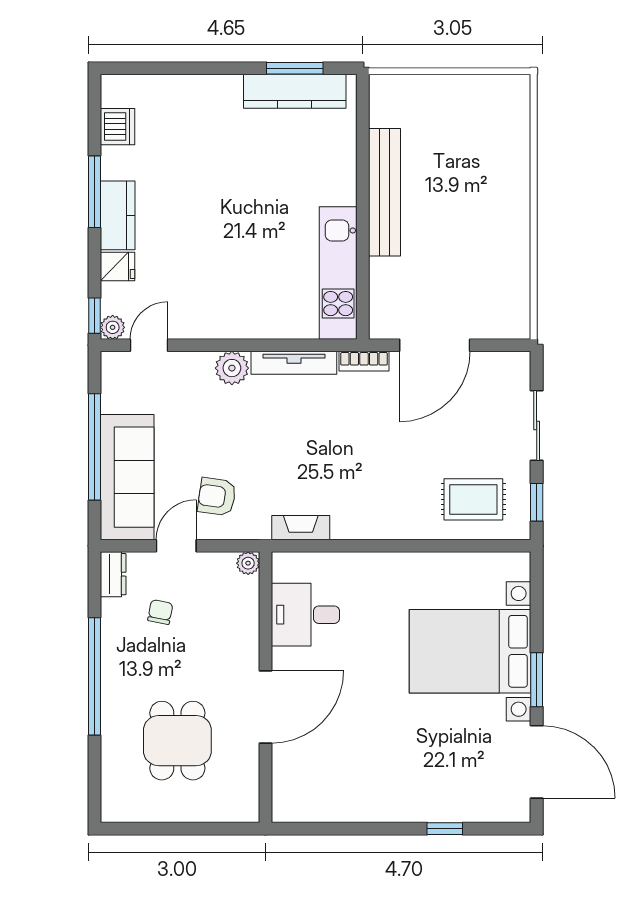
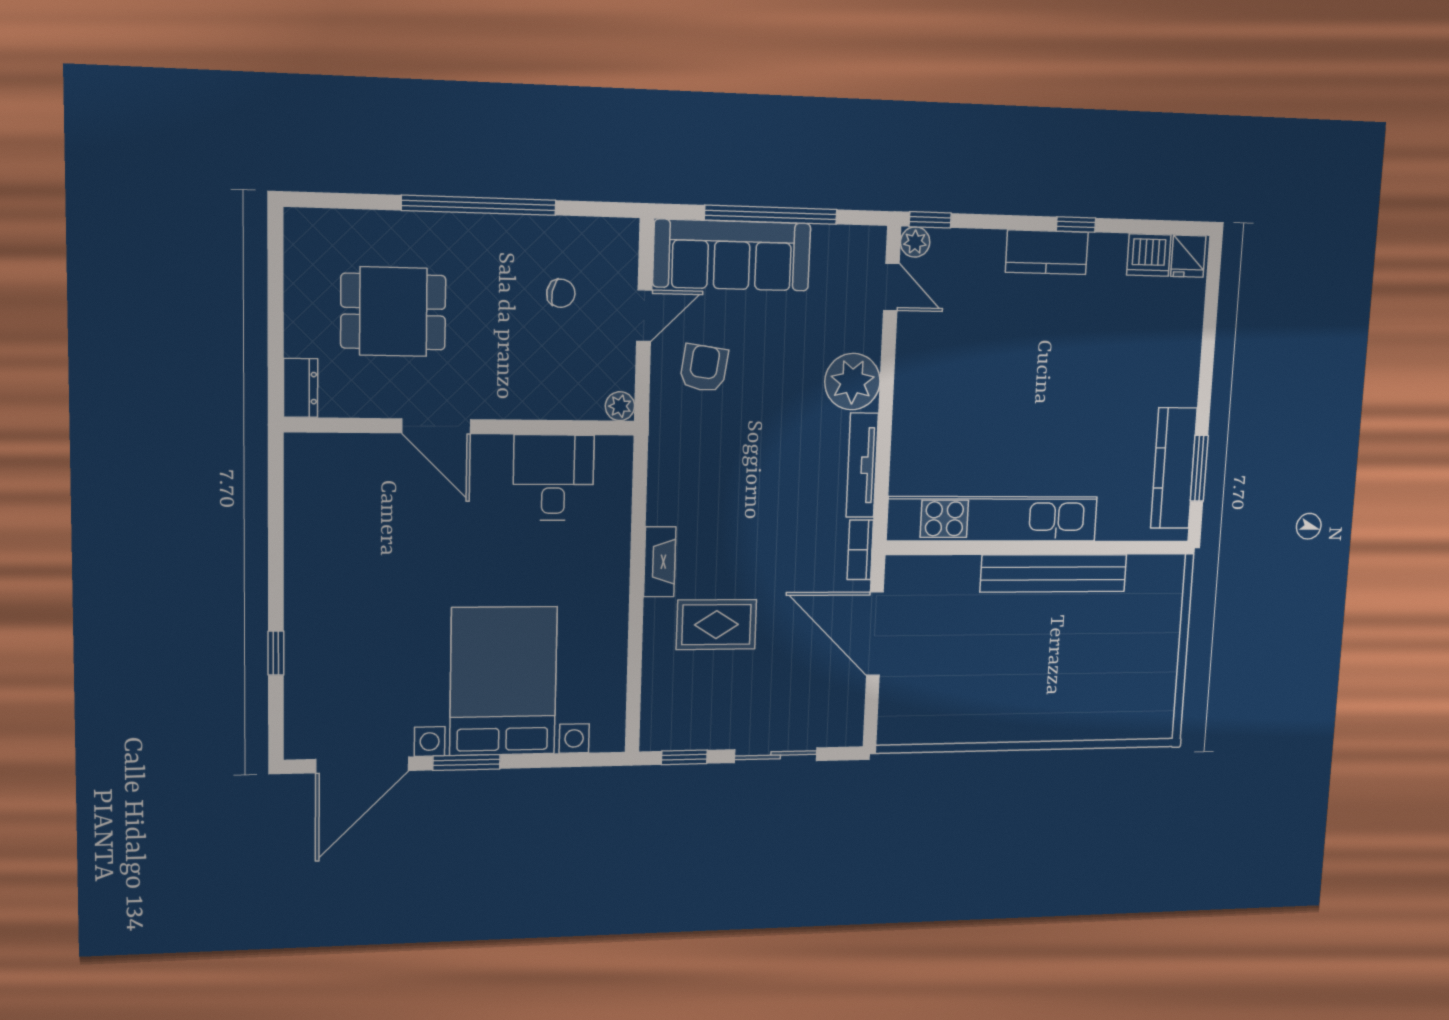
window: (95, 192) -> (1076, 225), width x0.46
fridge: (118, 266) -> (1188, 256), moved
kitchen unit: (338, 273) -> (992, 519), width x1.36
plant: (232, 368) -> (852, 382), width x1.36, depth x1.36
rug: (473, 499) -> (716, 625), moved, turned 90
fireplace: (301, 528) -> (660, 562), moved
door: (176, 546) -> (644, 316), hinge flipped
dresser: (113, 574) -> (301, 388), moved, turned -90
door: (265, 707) -> (436, 426), width x0.73

